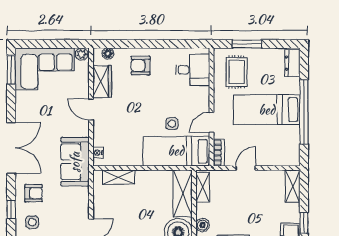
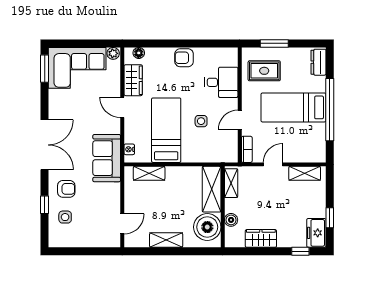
armchair: (141, 66) -> (184, 58), moved
desk: (193, 70) -> (221, 82), moved
rug: (237, 72) -> (264, 71), turned 90
bed: (176, 151) -> (166, 130), moved, turned 90
shelving: (293, 186) -> (305, 173), moved, turned 90

